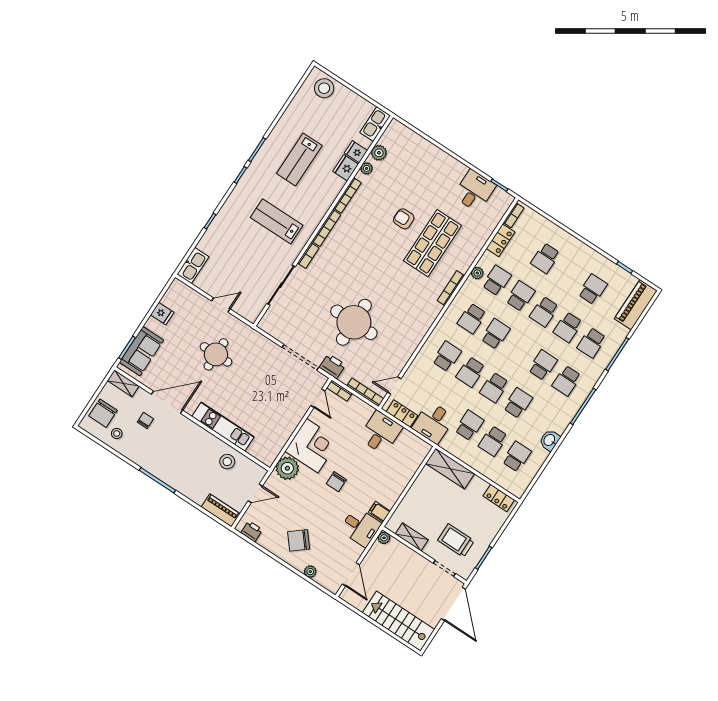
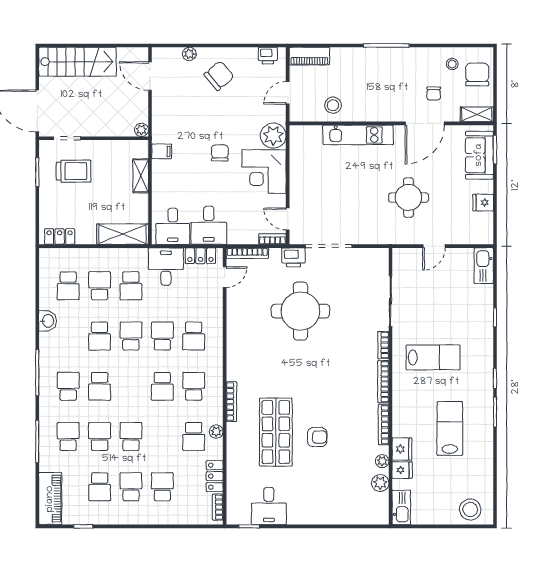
school desk: (520, 296) -> (131, 487), moved, turned 180
desk: (361, 527) -> (173, 226), moved, turned -90
shelving: (412, 537) -> (141, 176), moved, turned 90

